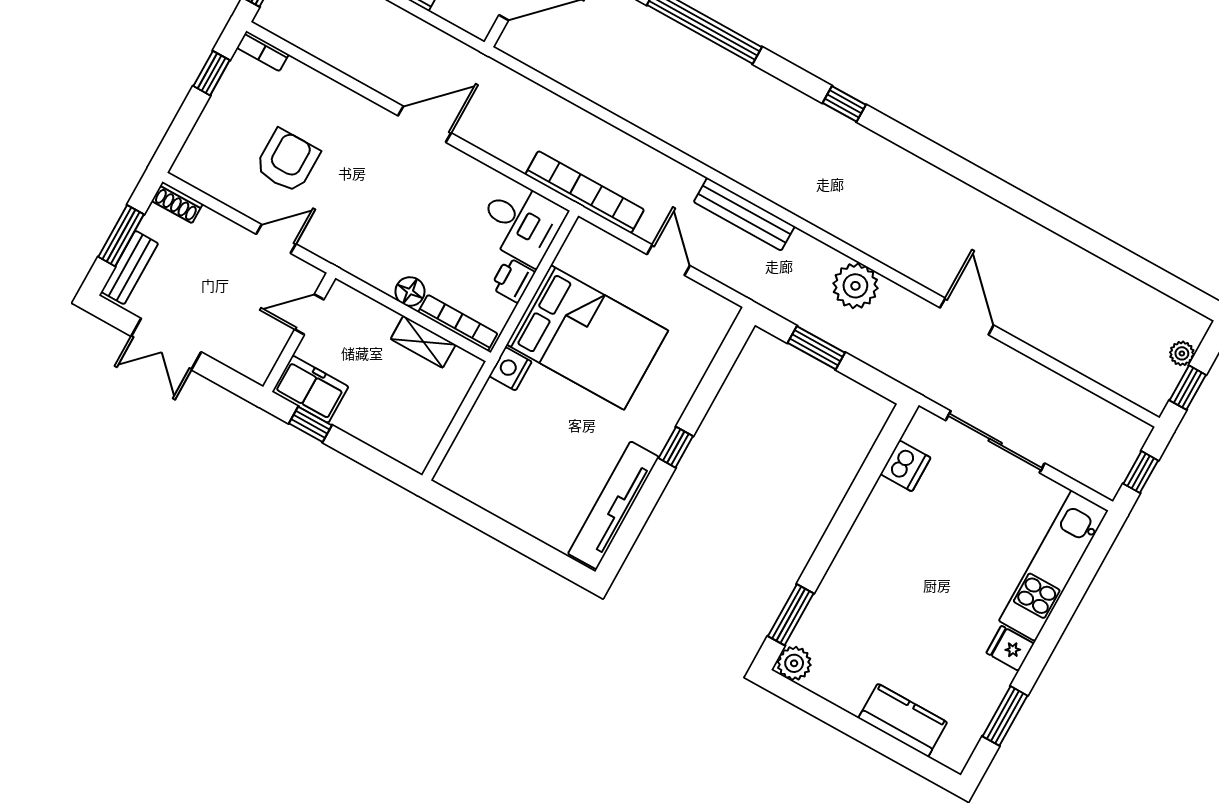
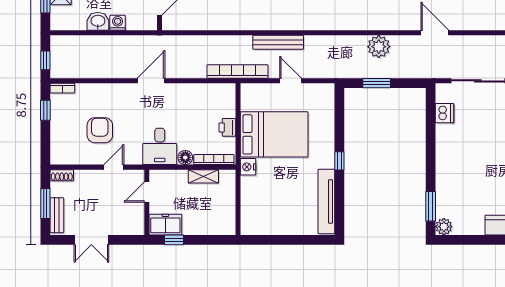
bench: (744, 214) -> (278, 42), moved
desk: (521, 222) -> (160, 146), moved, turned 90

